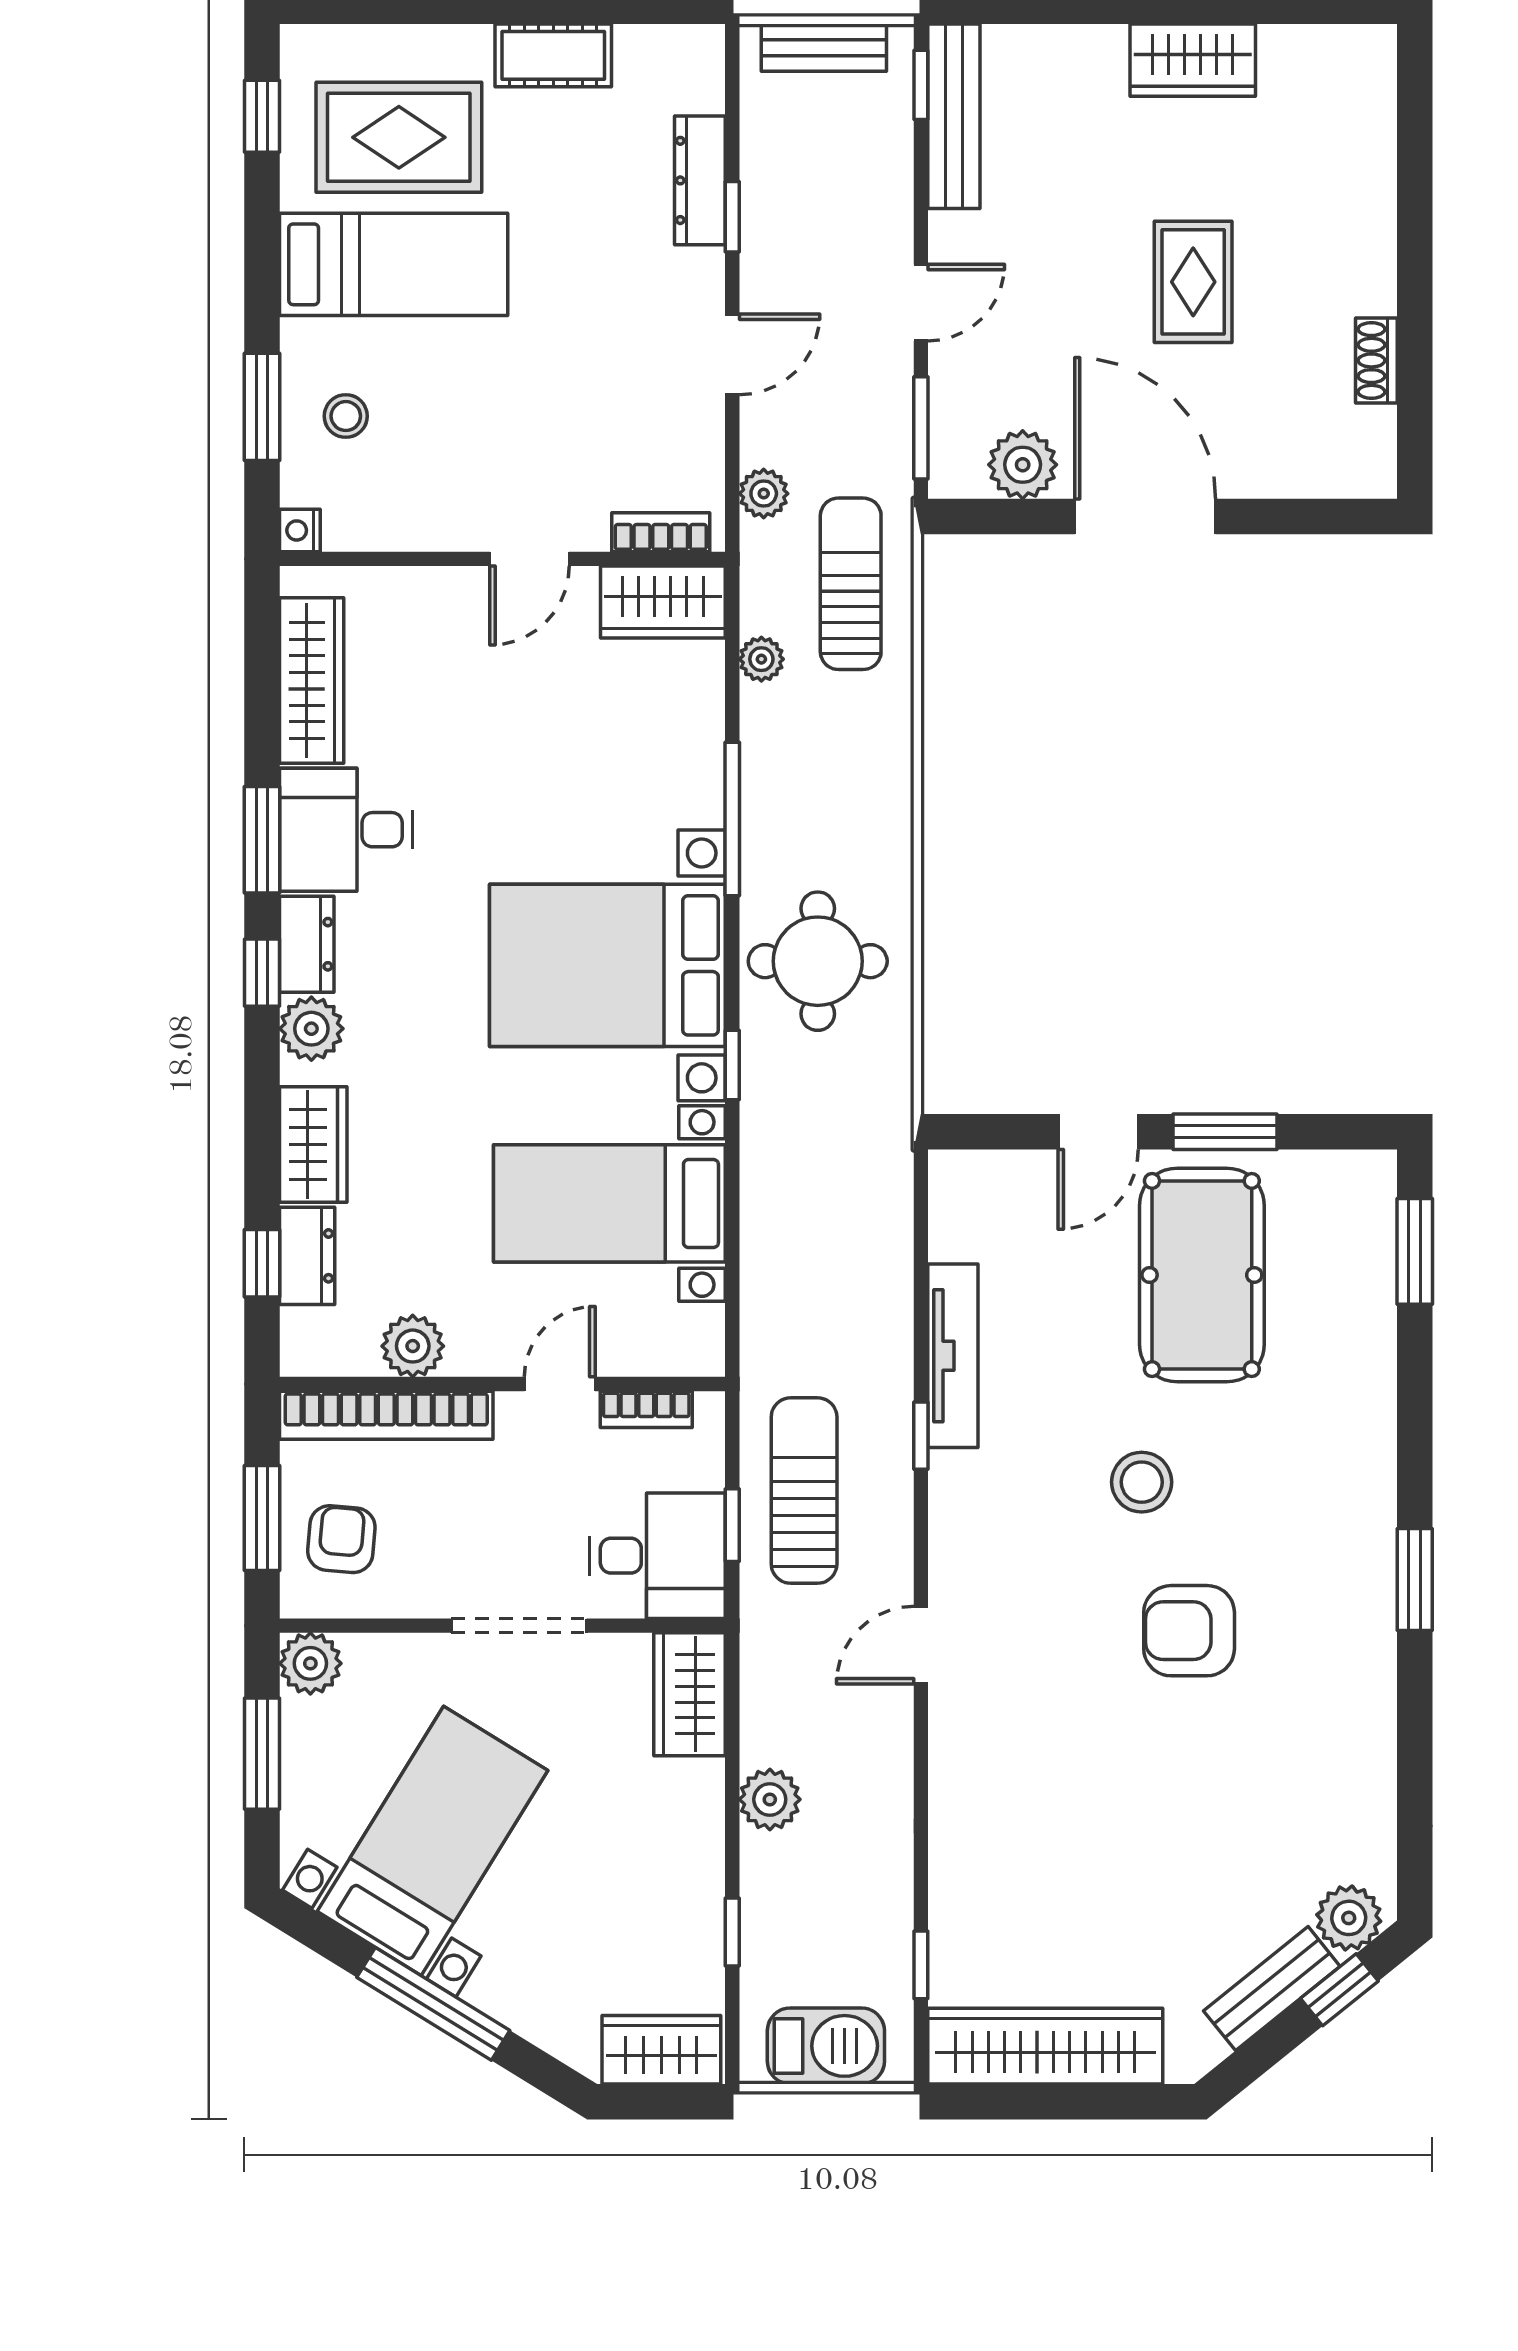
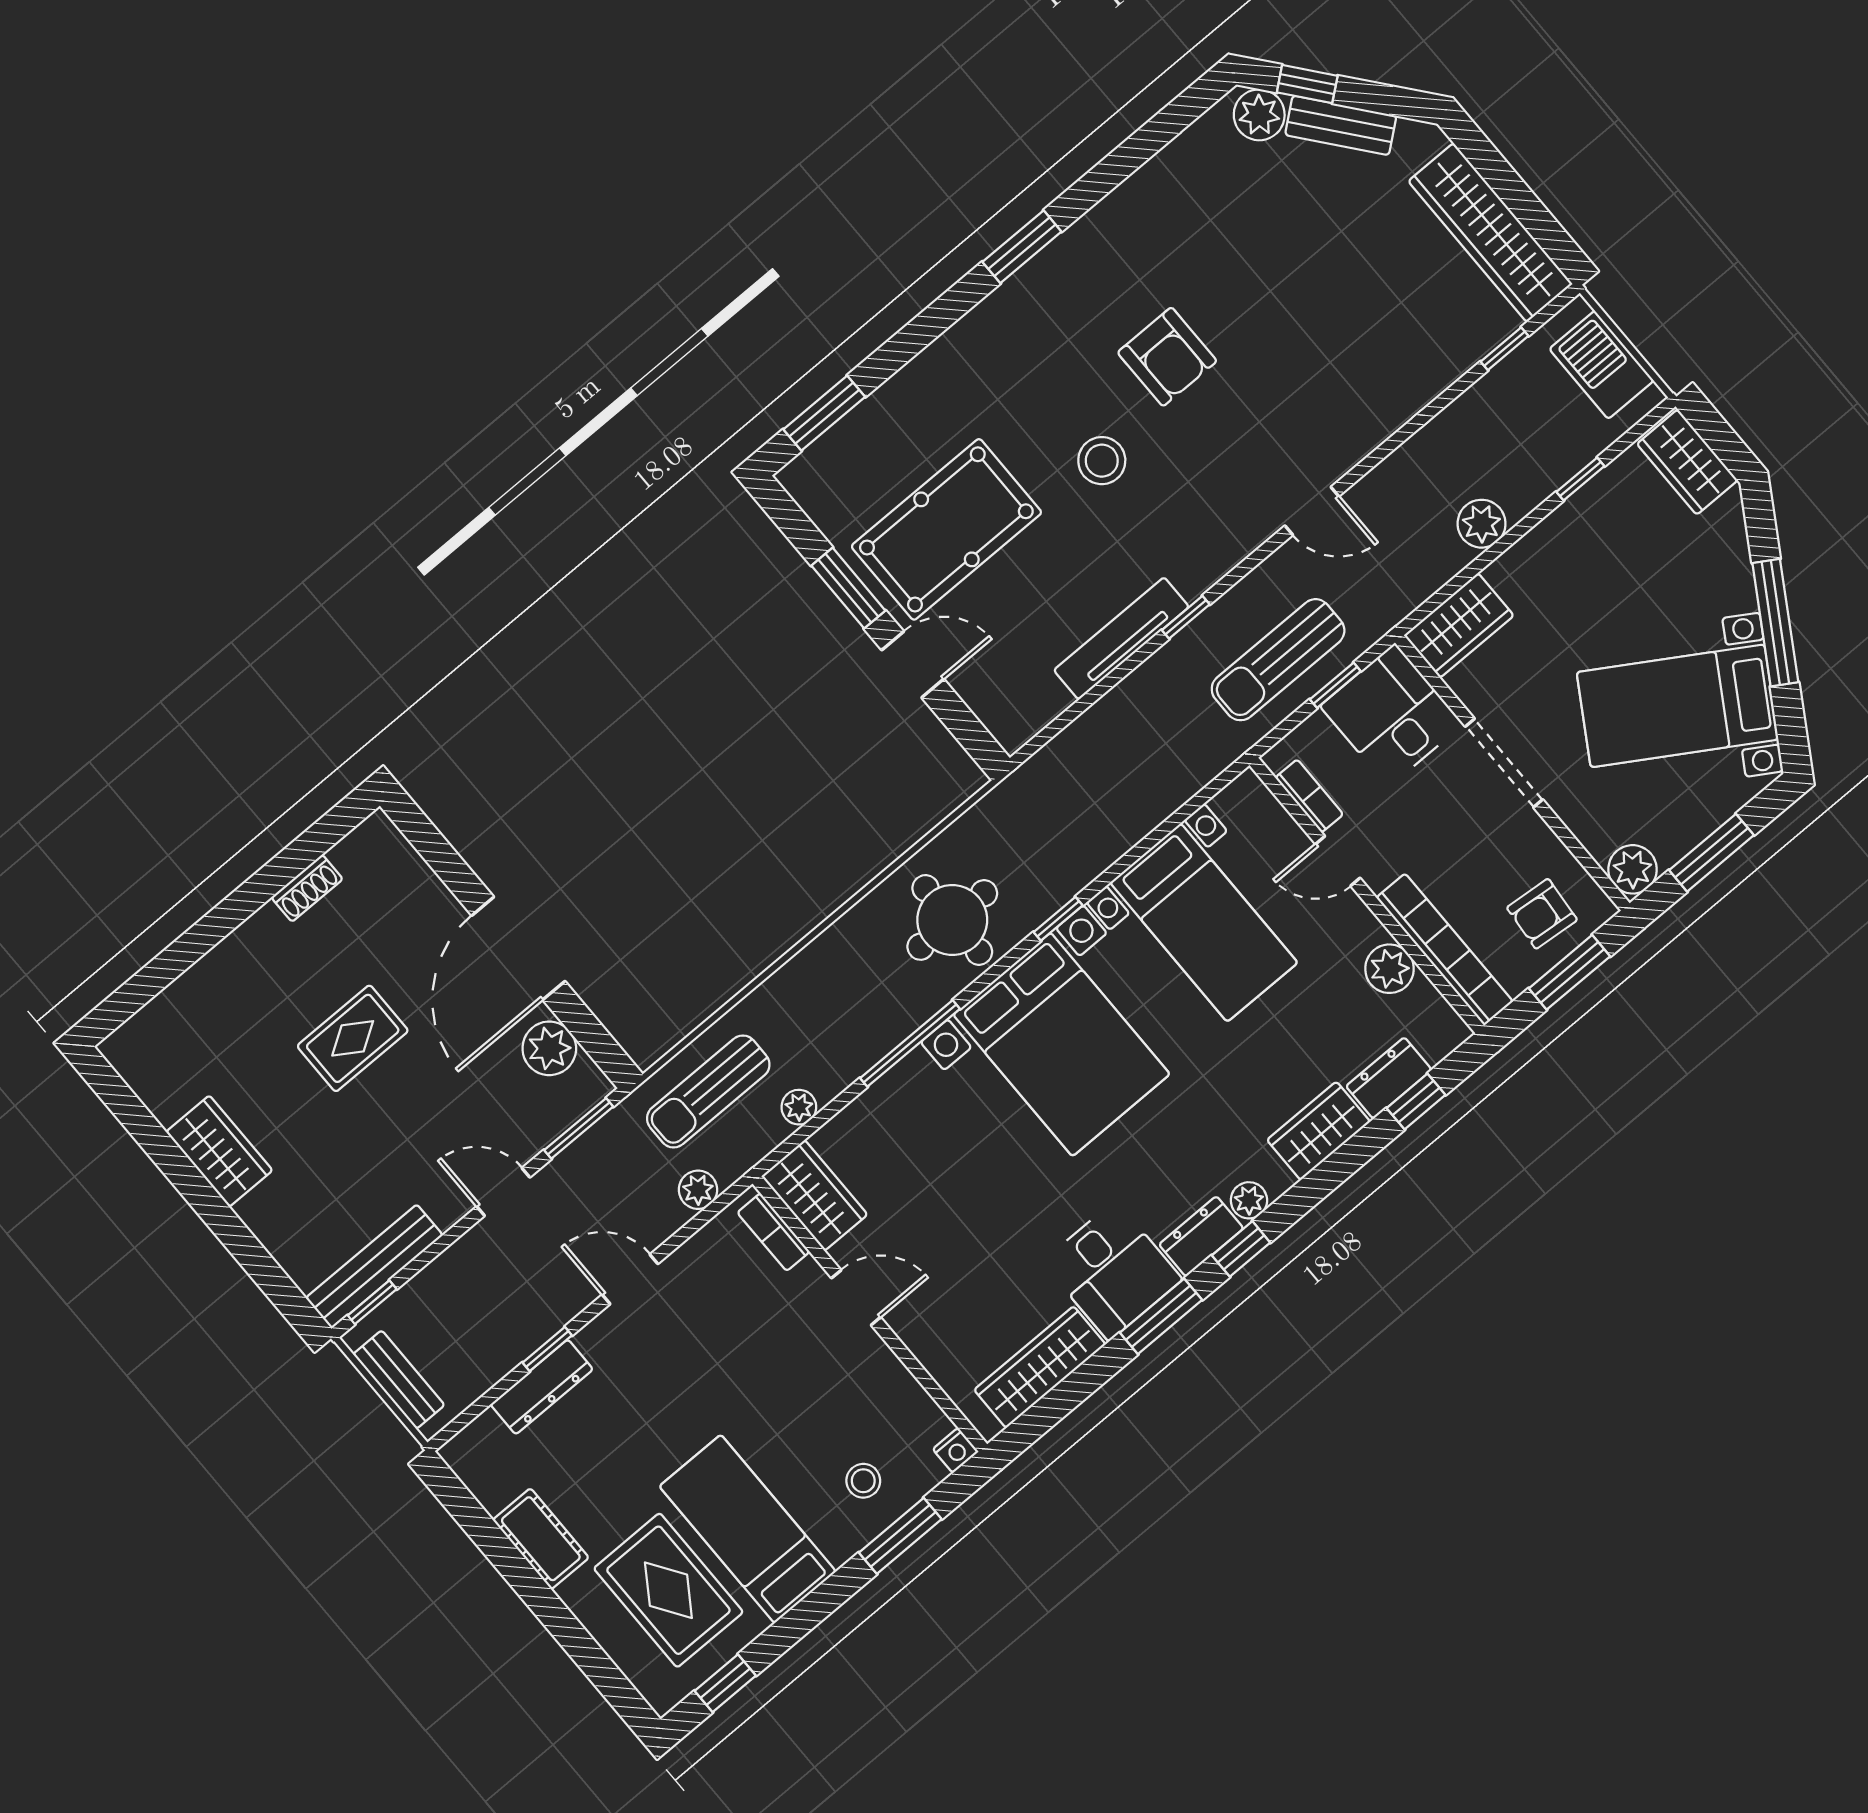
plant: (311, 1029) -> (1249, 1200), width x0.73, depth x0.73

